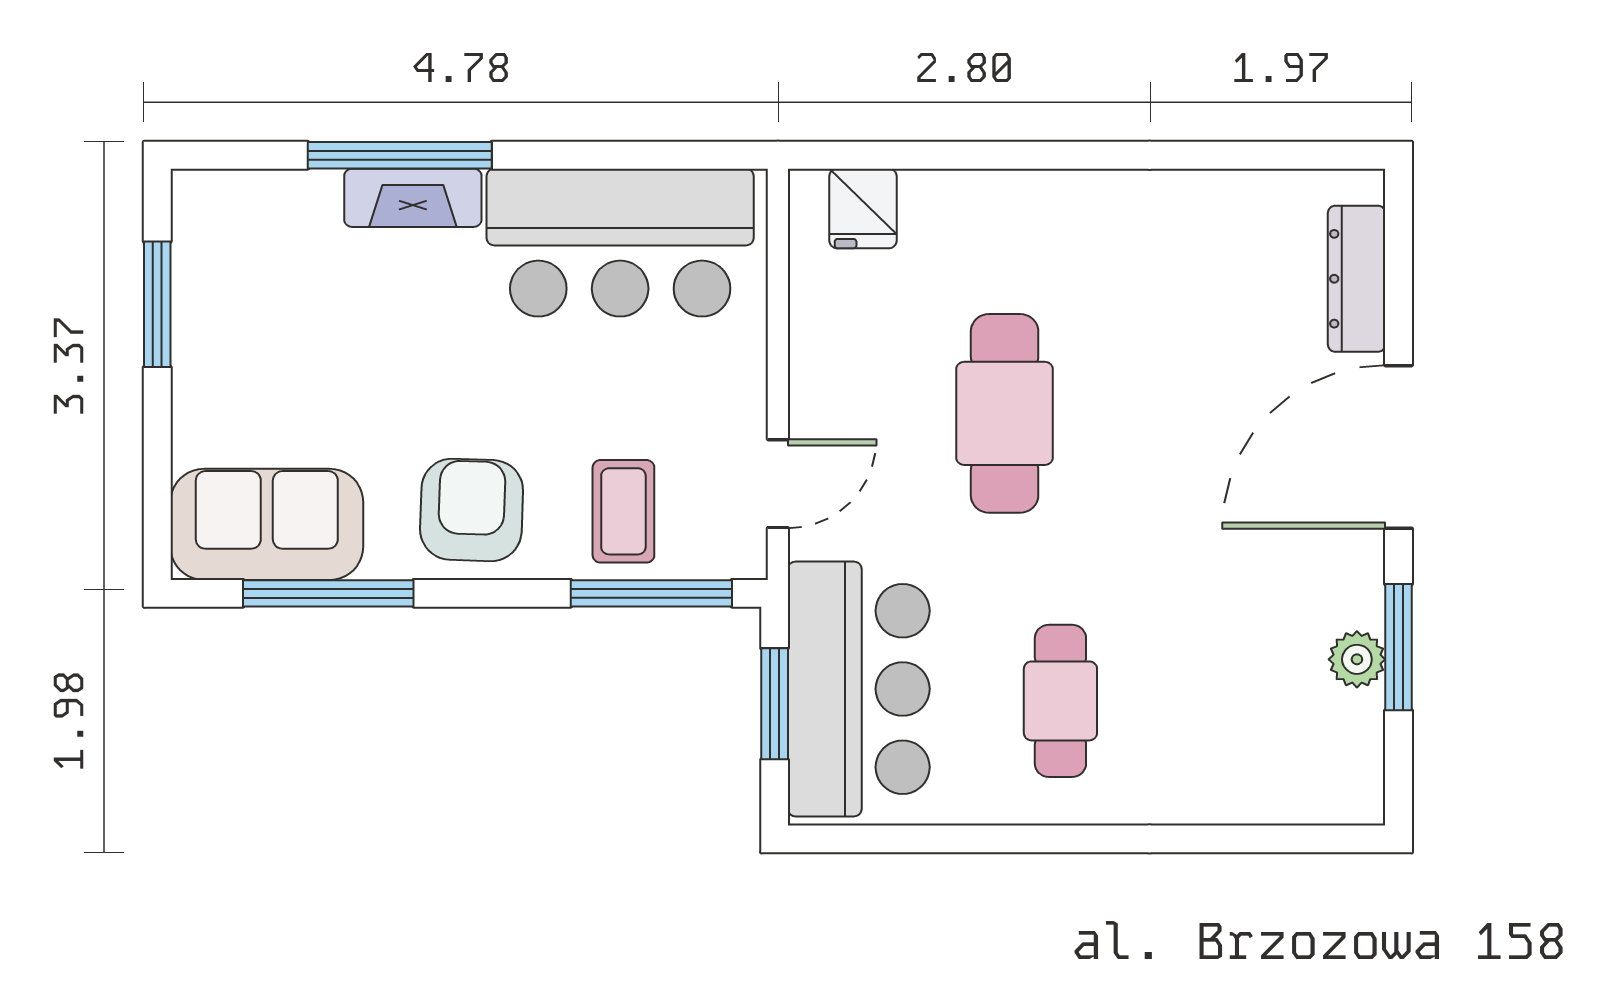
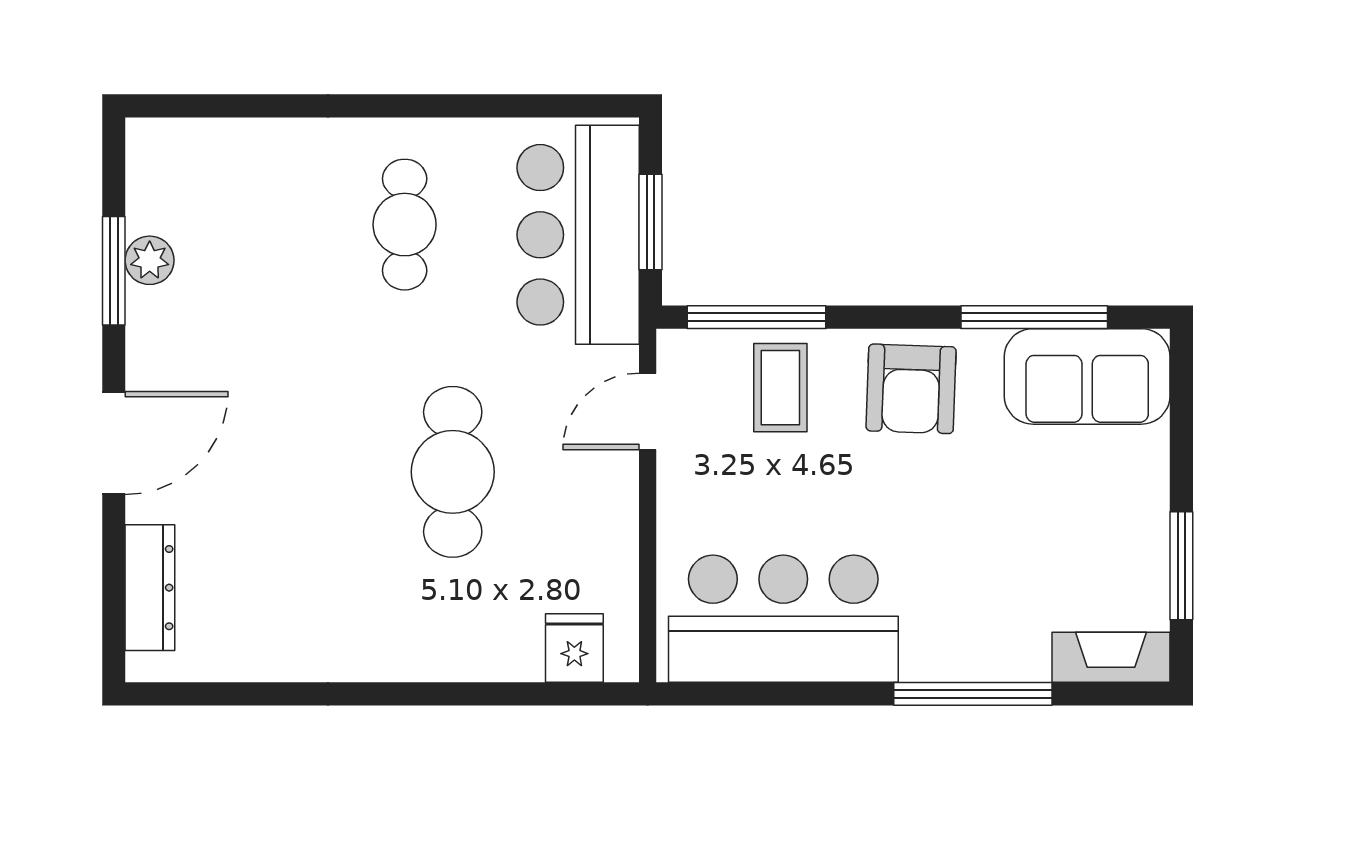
fireplace: (413, 198) -> (1111, 657), moved
door: (1399, 447) -> (114, 443), width x0.73

